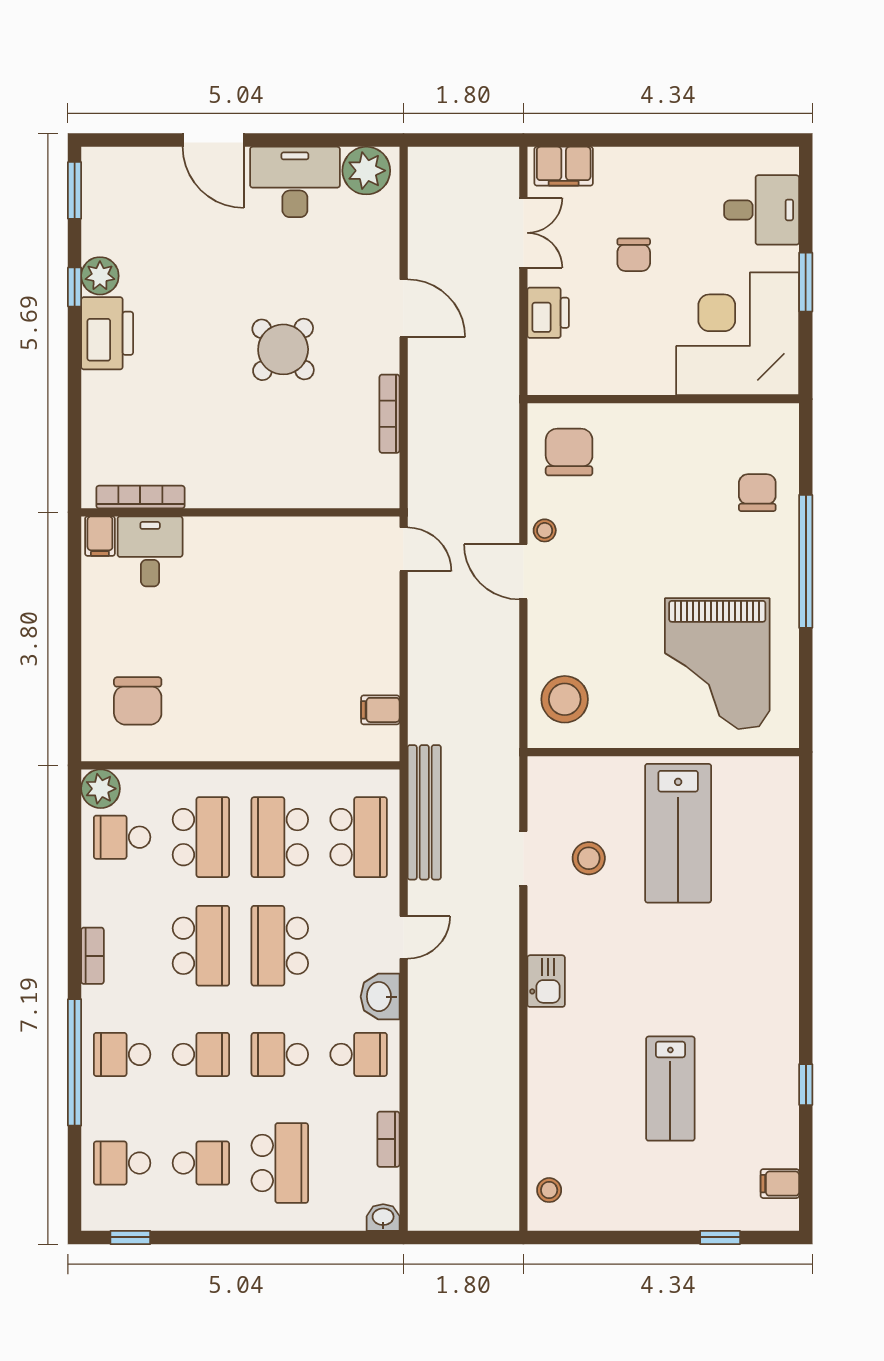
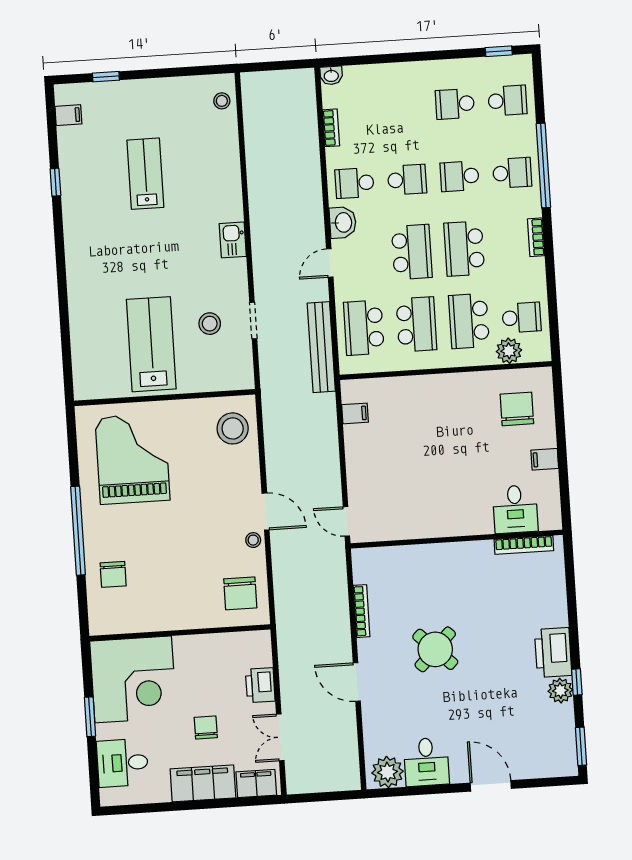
filing cabinet: (643, 172) -> (203, 783), added
desk: (295, 182) -> (426, 762), width x0.73
filing cabinet: (100, 536) -> (545, 459), moved, turned -90
plant: (101, 789) -> (509, 351), moved
school desk: (280, 1163) -> (402, 107), removed

